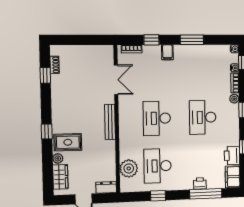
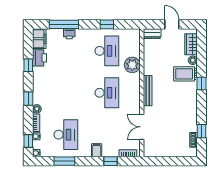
window: (192, 40) -> (64, 161), moved
desk: (203, 117) -> (66, 135), moved
plant: (129, 168) -> (132, 65), moved

